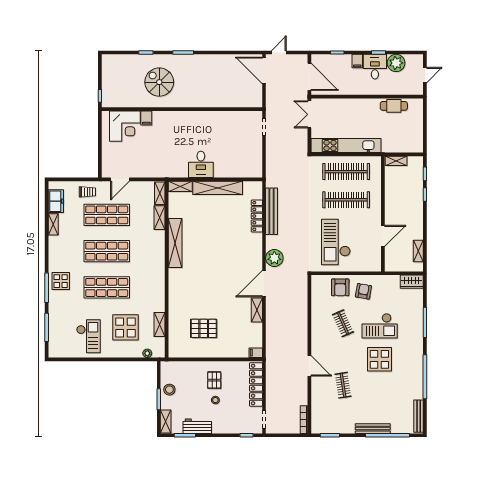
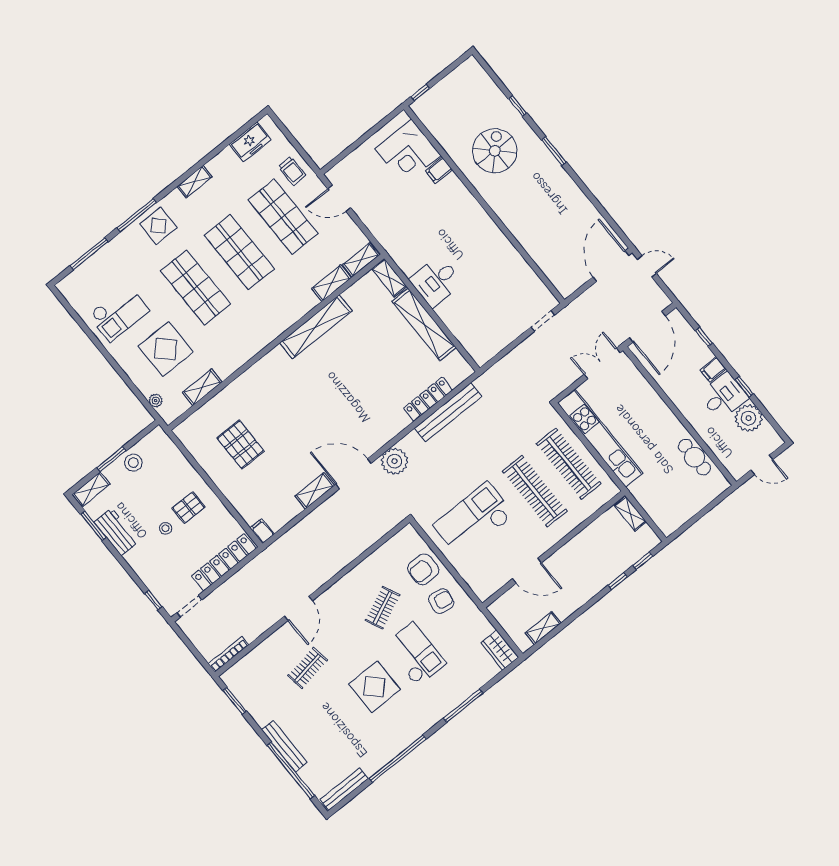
shelving: (53, 224) -> (194, 182), moved
checkout: (380, 326) -> (415, 654), turned 180

